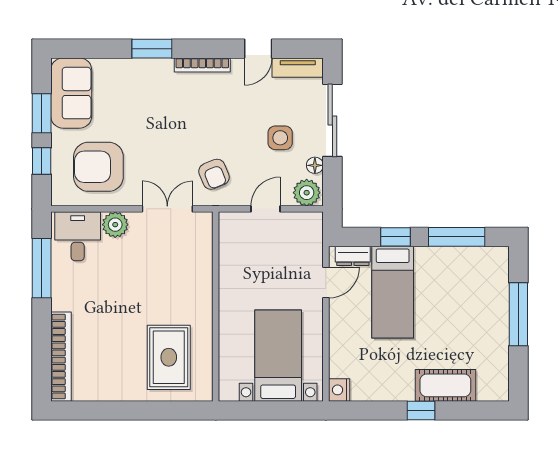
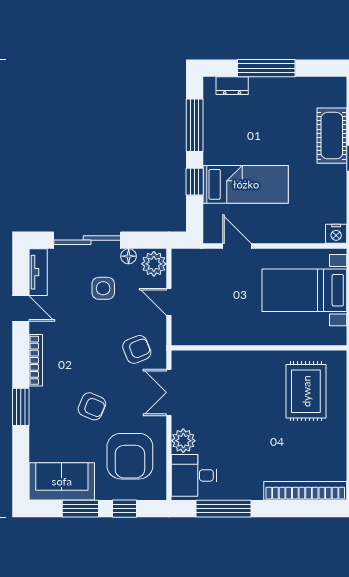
armchair: (152, 126) -> (92, 406), added
dresser: (353, 256) -> (232, 86), moved, turned 90
rug: (169, 357) -> (306, 391), turned 90

